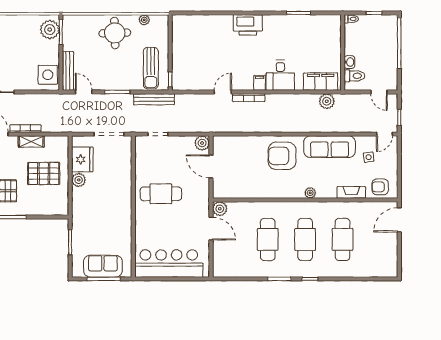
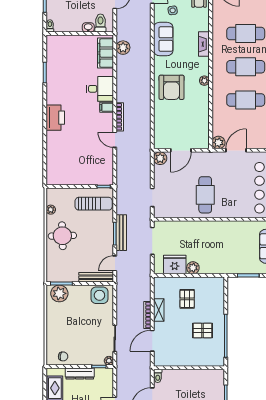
bench: (154, 99) -> (121, 233), moved
sofa: (330, 147) -> (163, 39), width x0.73
pallet: (44, 173) -> (187, 299), width x0.67, depth x0.71
fireplace: (351, 192) -> (204, 44), moved
plant: (310, 193) -> (204, 81), moved

